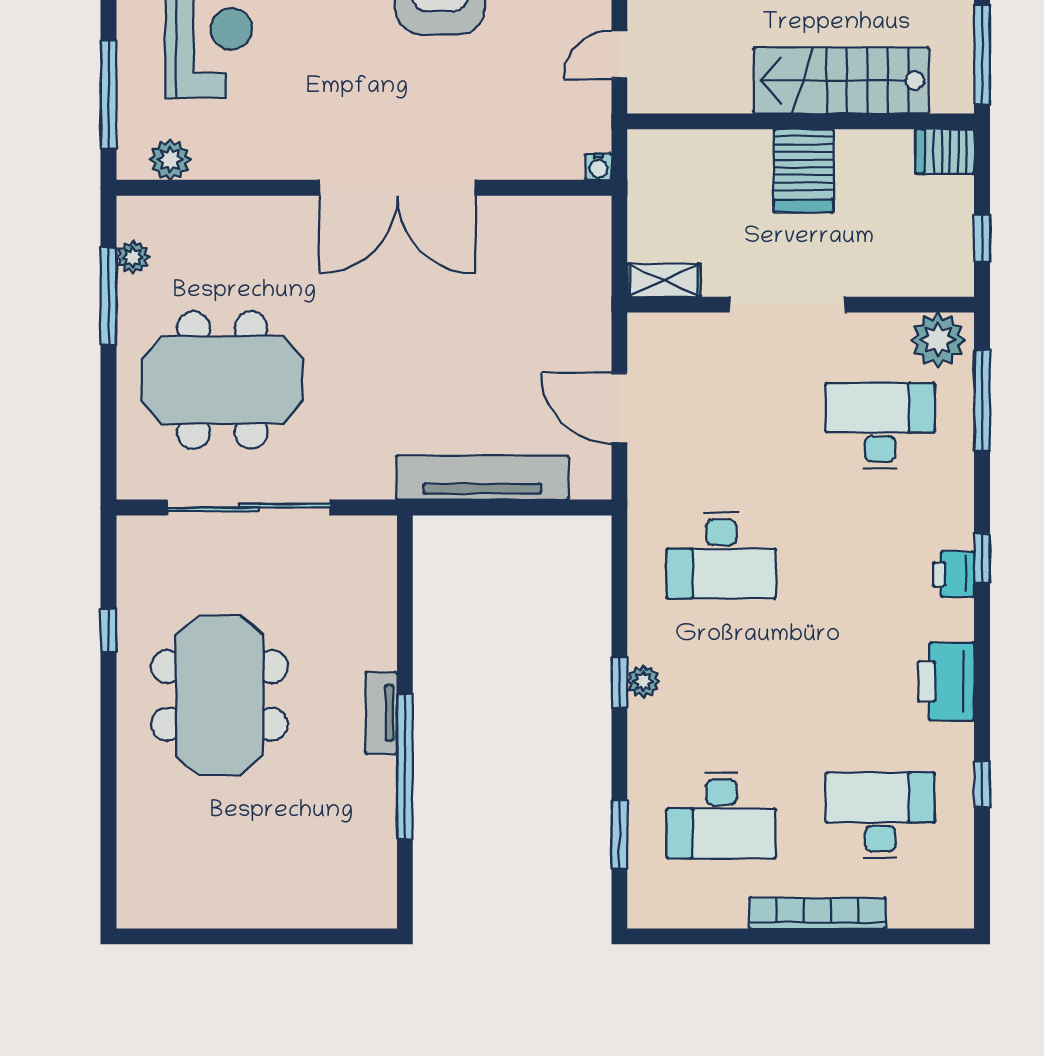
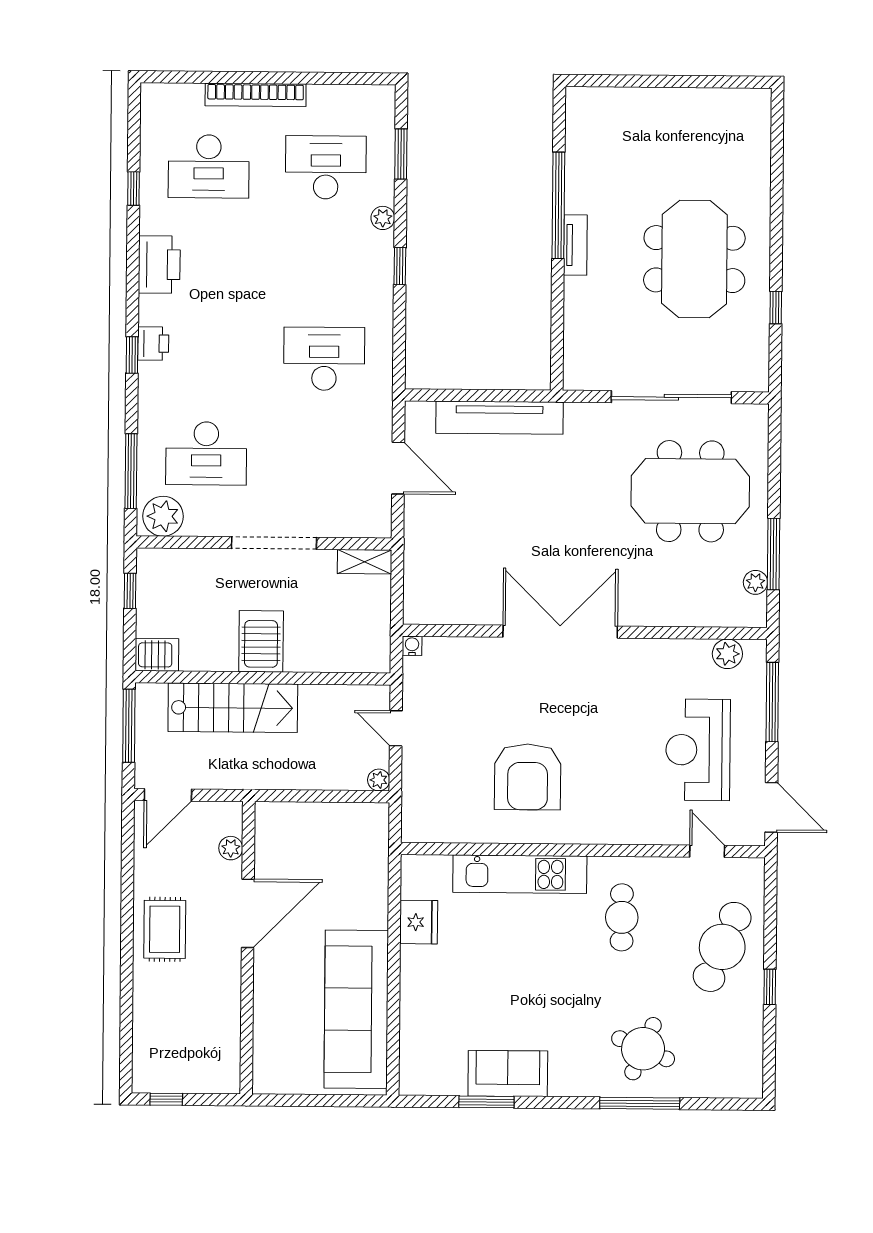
door: (619, 55) -> (396, 728), swing flipped
plant: (643, 681) -> (383, 218), moved

